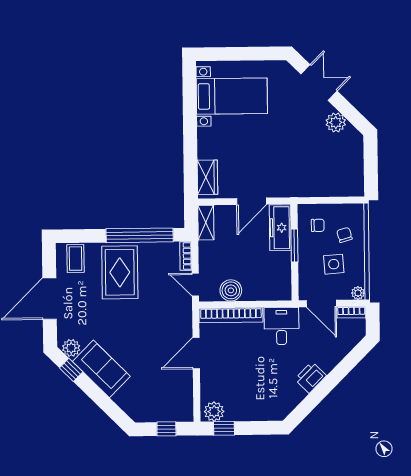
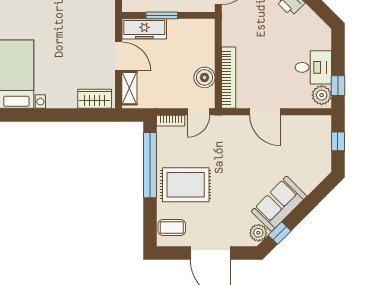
shelving: (206, 223) -> (129, 88), moved, turned 90
desk: (281, 326) -> (313, 67), moved, turned 180

